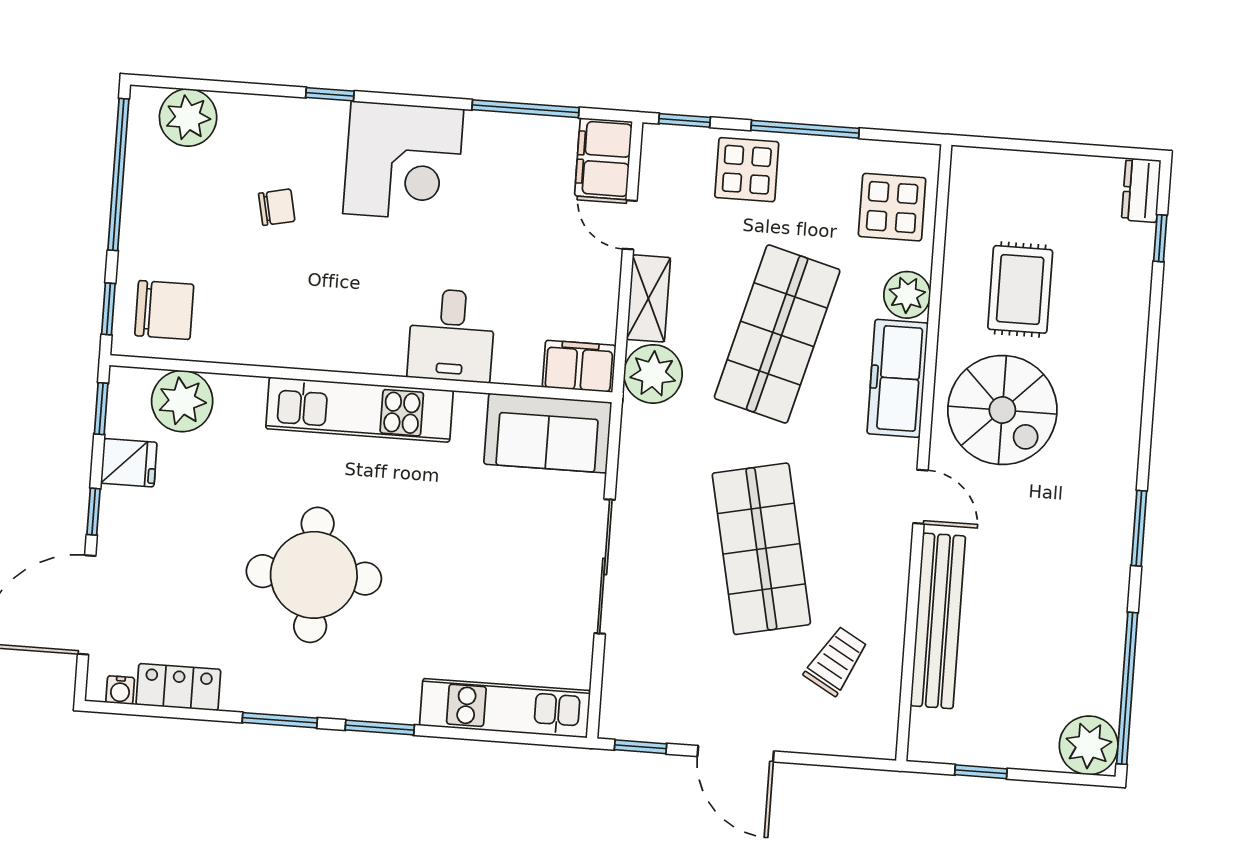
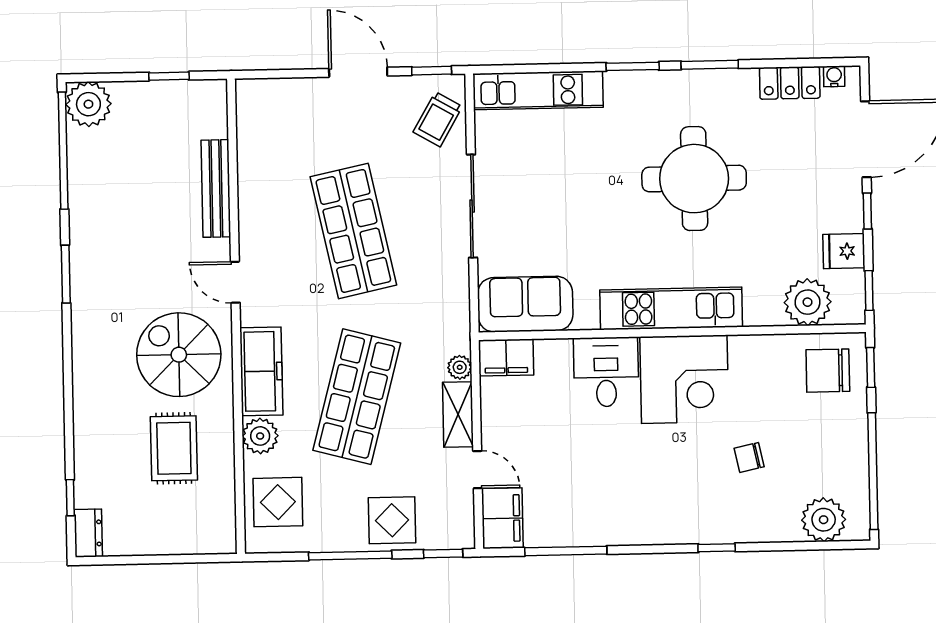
corner desk: (403, 161) -> (684, 379), moved, turned 180
plant: (653, 374) -> (460, 367), width x0.53, depth x0.53
bench: (938, 621) -> (216, 188), width x0.73, depth x0.82
trolley: (836, 661) -> (438, 119), moved

